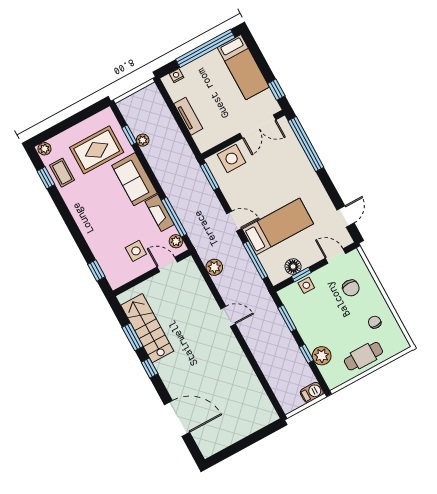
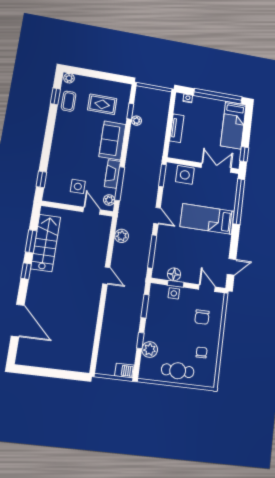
double door: (258, 126) -> (216, 168), swing flipped
rug: (97, 150) -> (102, 104), width x0.73, depth x0.70
bed: (278, 227) -> (207, 219), moved, turned 180

